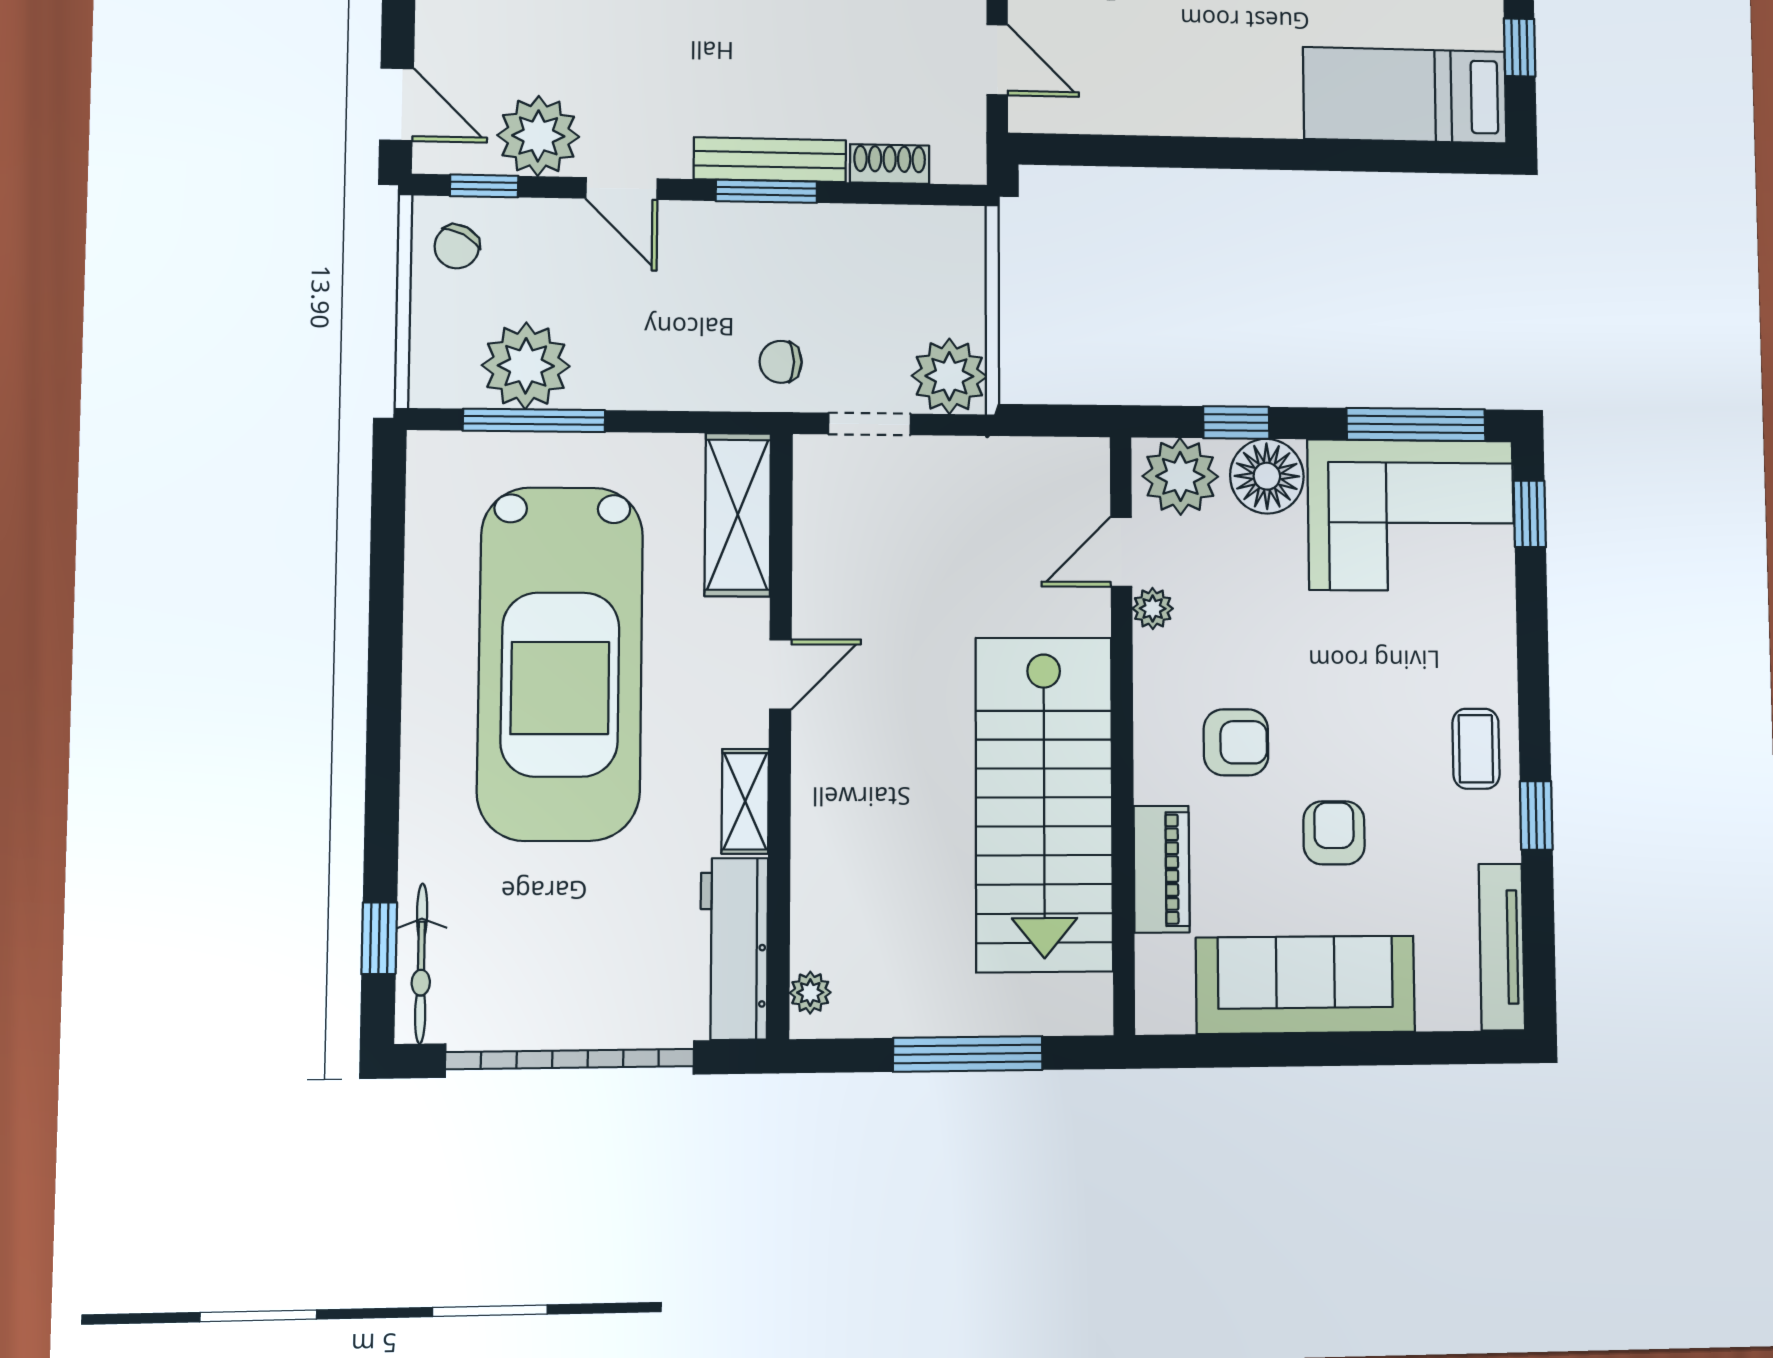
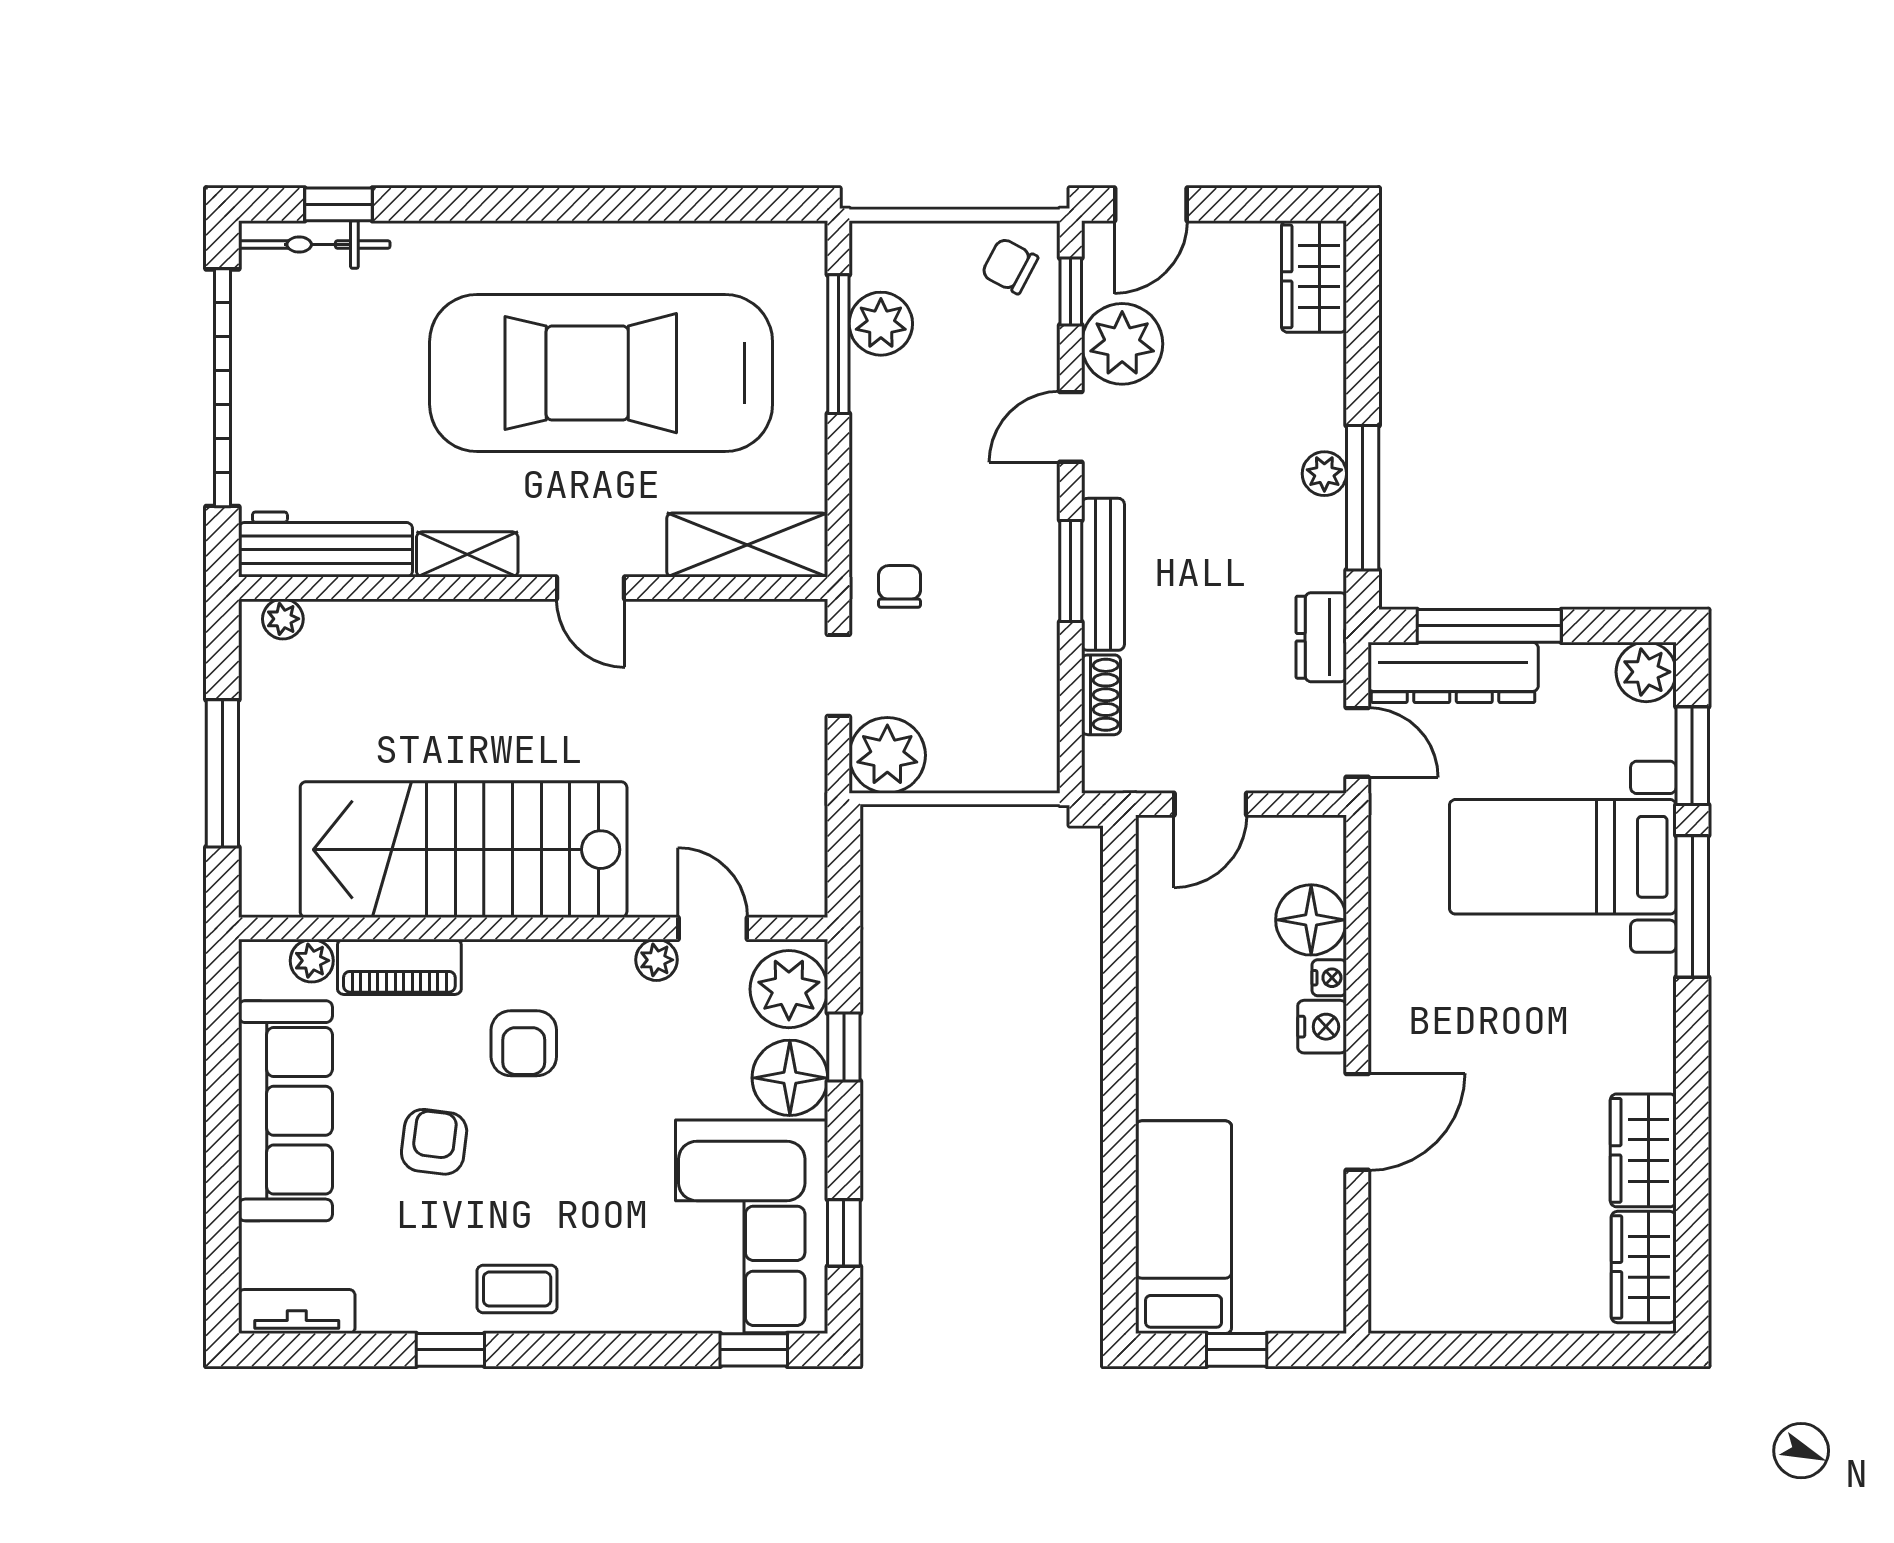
plant: (526, 366) -> (881, 324), width x0.73, depth x0.73
window: (1416, 424) -> (844, 1233), width x0.46
armchair: (1334, 833) -> (434, 1142), turned -83
tv unit: (1502, 947) -> (297, 1312), width x0.71
plant: (1156, 959) -> (312, 961), added

